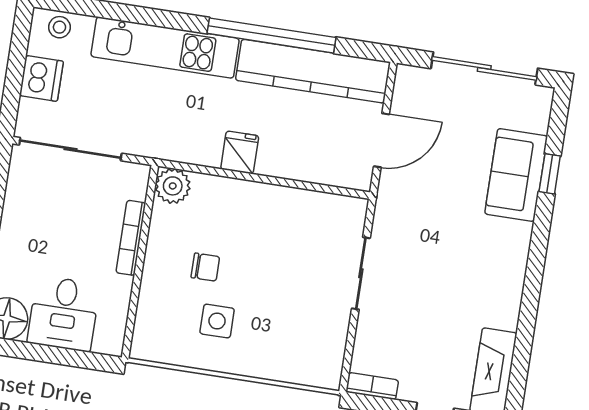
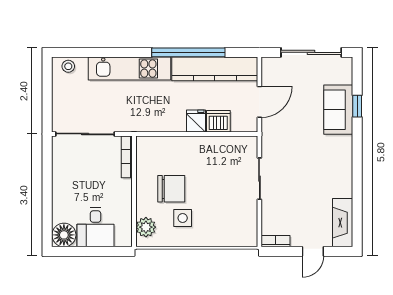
dishwasher: (41, 78) -> (218, 121), moved, turned -90
fridge: (240, 152) -> (196, 121), moved
plant: (173, 186) -> (146, 227), moved
bookcase: (131, 238) -> (127, 157), moved
chair: (205, 267) -> (171, 189), width x1.87, depth x1.87

